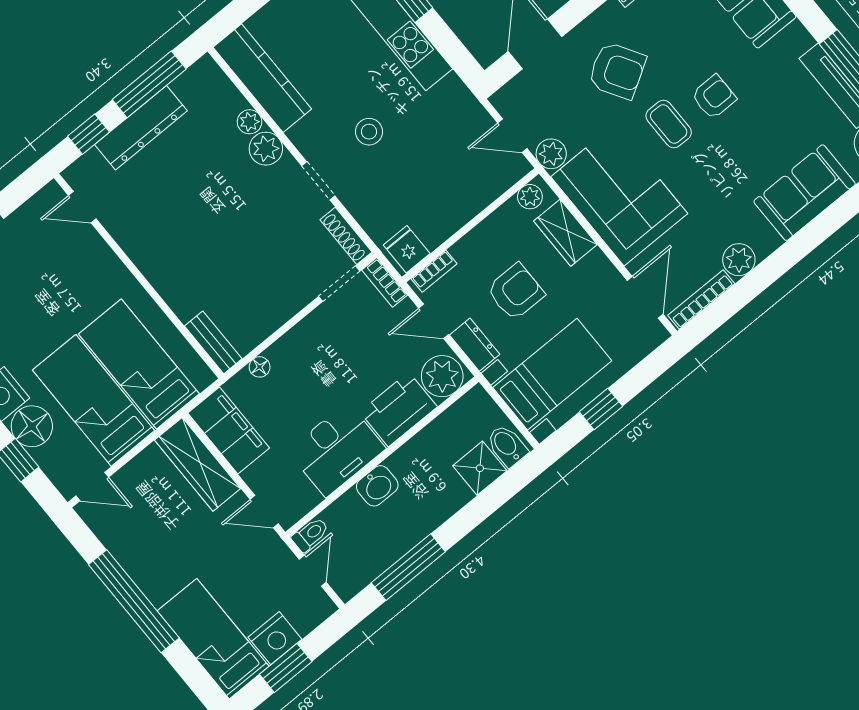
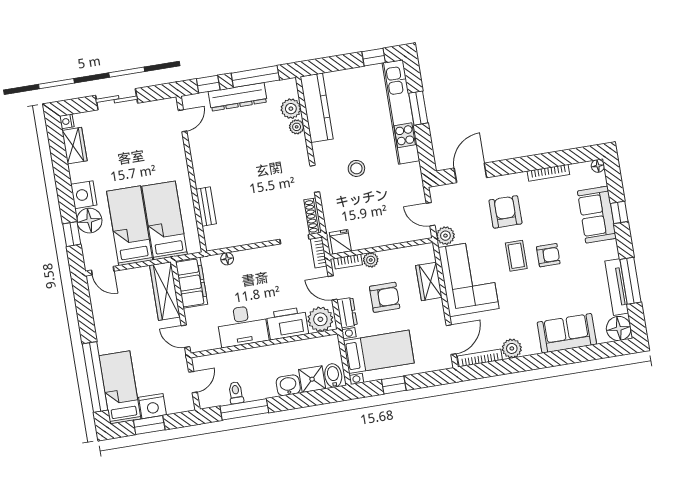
armchair: (617, 71) -> (505, 212), turned -149
plant: (266, 149) -> (291, 109), moved
plant: (530, 197) -> (371, 260), moved
door: (82, 207) -> (183, 121), swing flipped
bench: (213, 342) -> (206, 206), moved
washbasin: (377, 486) -> (288, 385), moved, turned 180
toilet: (310, 534) -> (236, 393), moved, turned -90
window: (134, 601) -> (95, 377), moved

